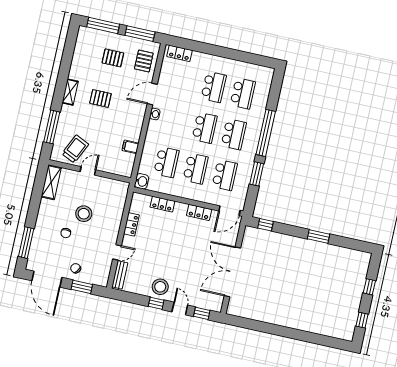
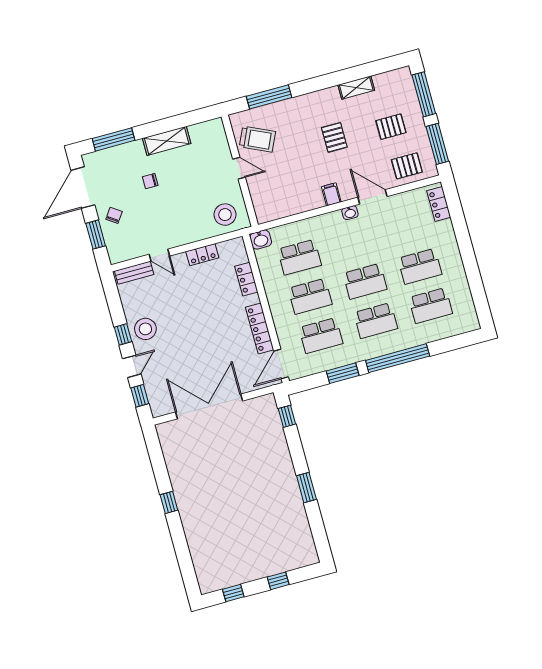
pallet: (113, 58) -> (391, 127), turned 90
shelving: (70, 92) -> (356, 88), moved
filing cabinet: (130, 147) -> (331, 194), moved
shelving: (51, 182) -> (167, 141), moved
door: (230, 211) -> (281, 364), hinge flipped
locker: (199, 212) -> (260, 329), width x1.53
stool: (84, 214) -> (225, 215), moved
window: (281, 331) -> (169, 502), added

